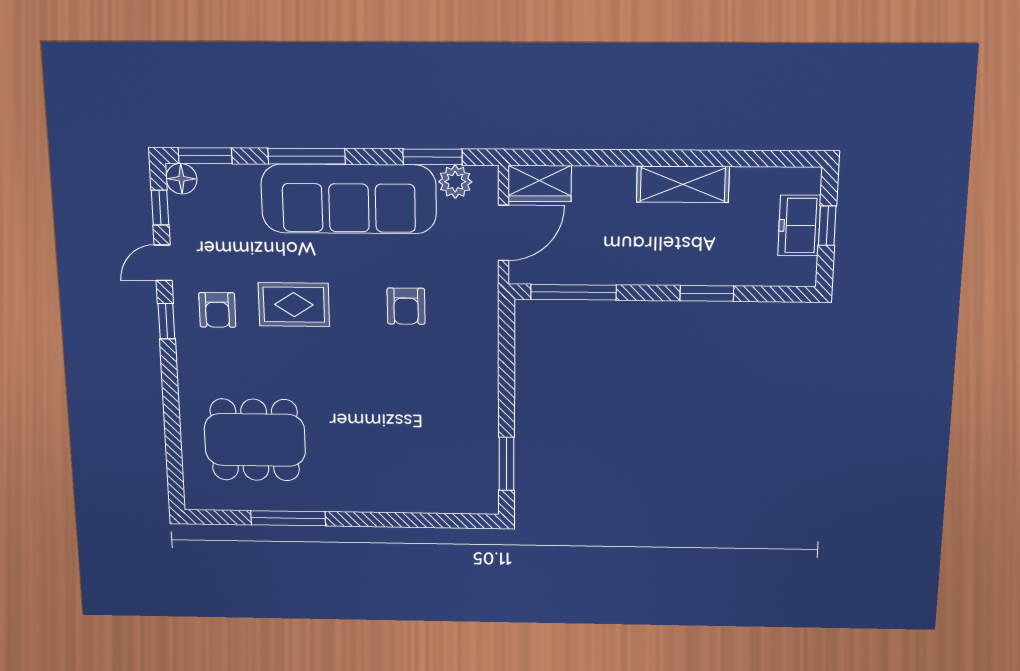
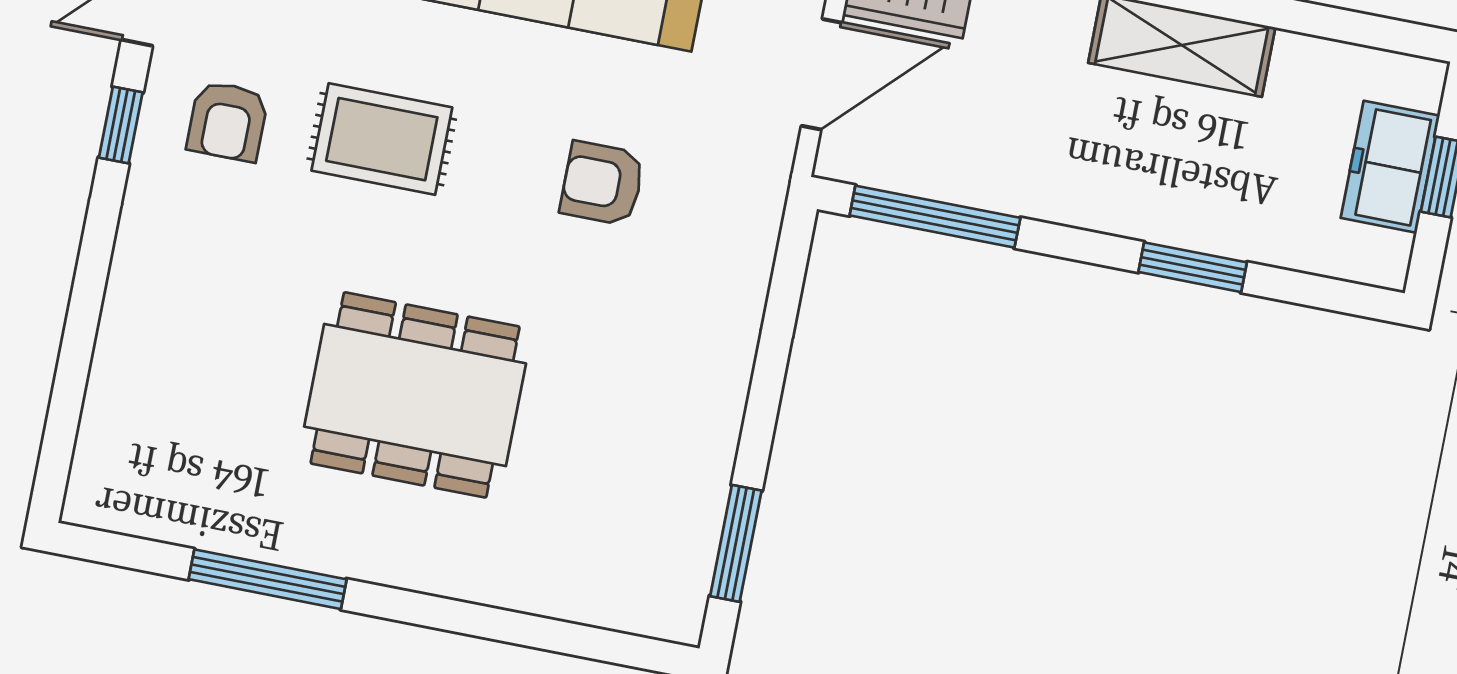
armchair: (406, 306) -> (602, 183), turned 90
dining table: (255, 440) -> (415, 395), moved

